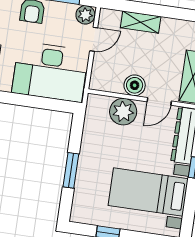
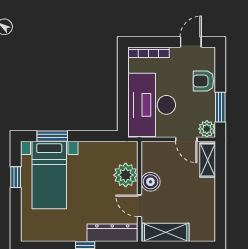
shelving: (141, 22) -> (208, 160), moved
window: (71, 170) -> (52, 136), moved
bed with nightstands: (148, 192) -> (49, 175), moved, turned 180

